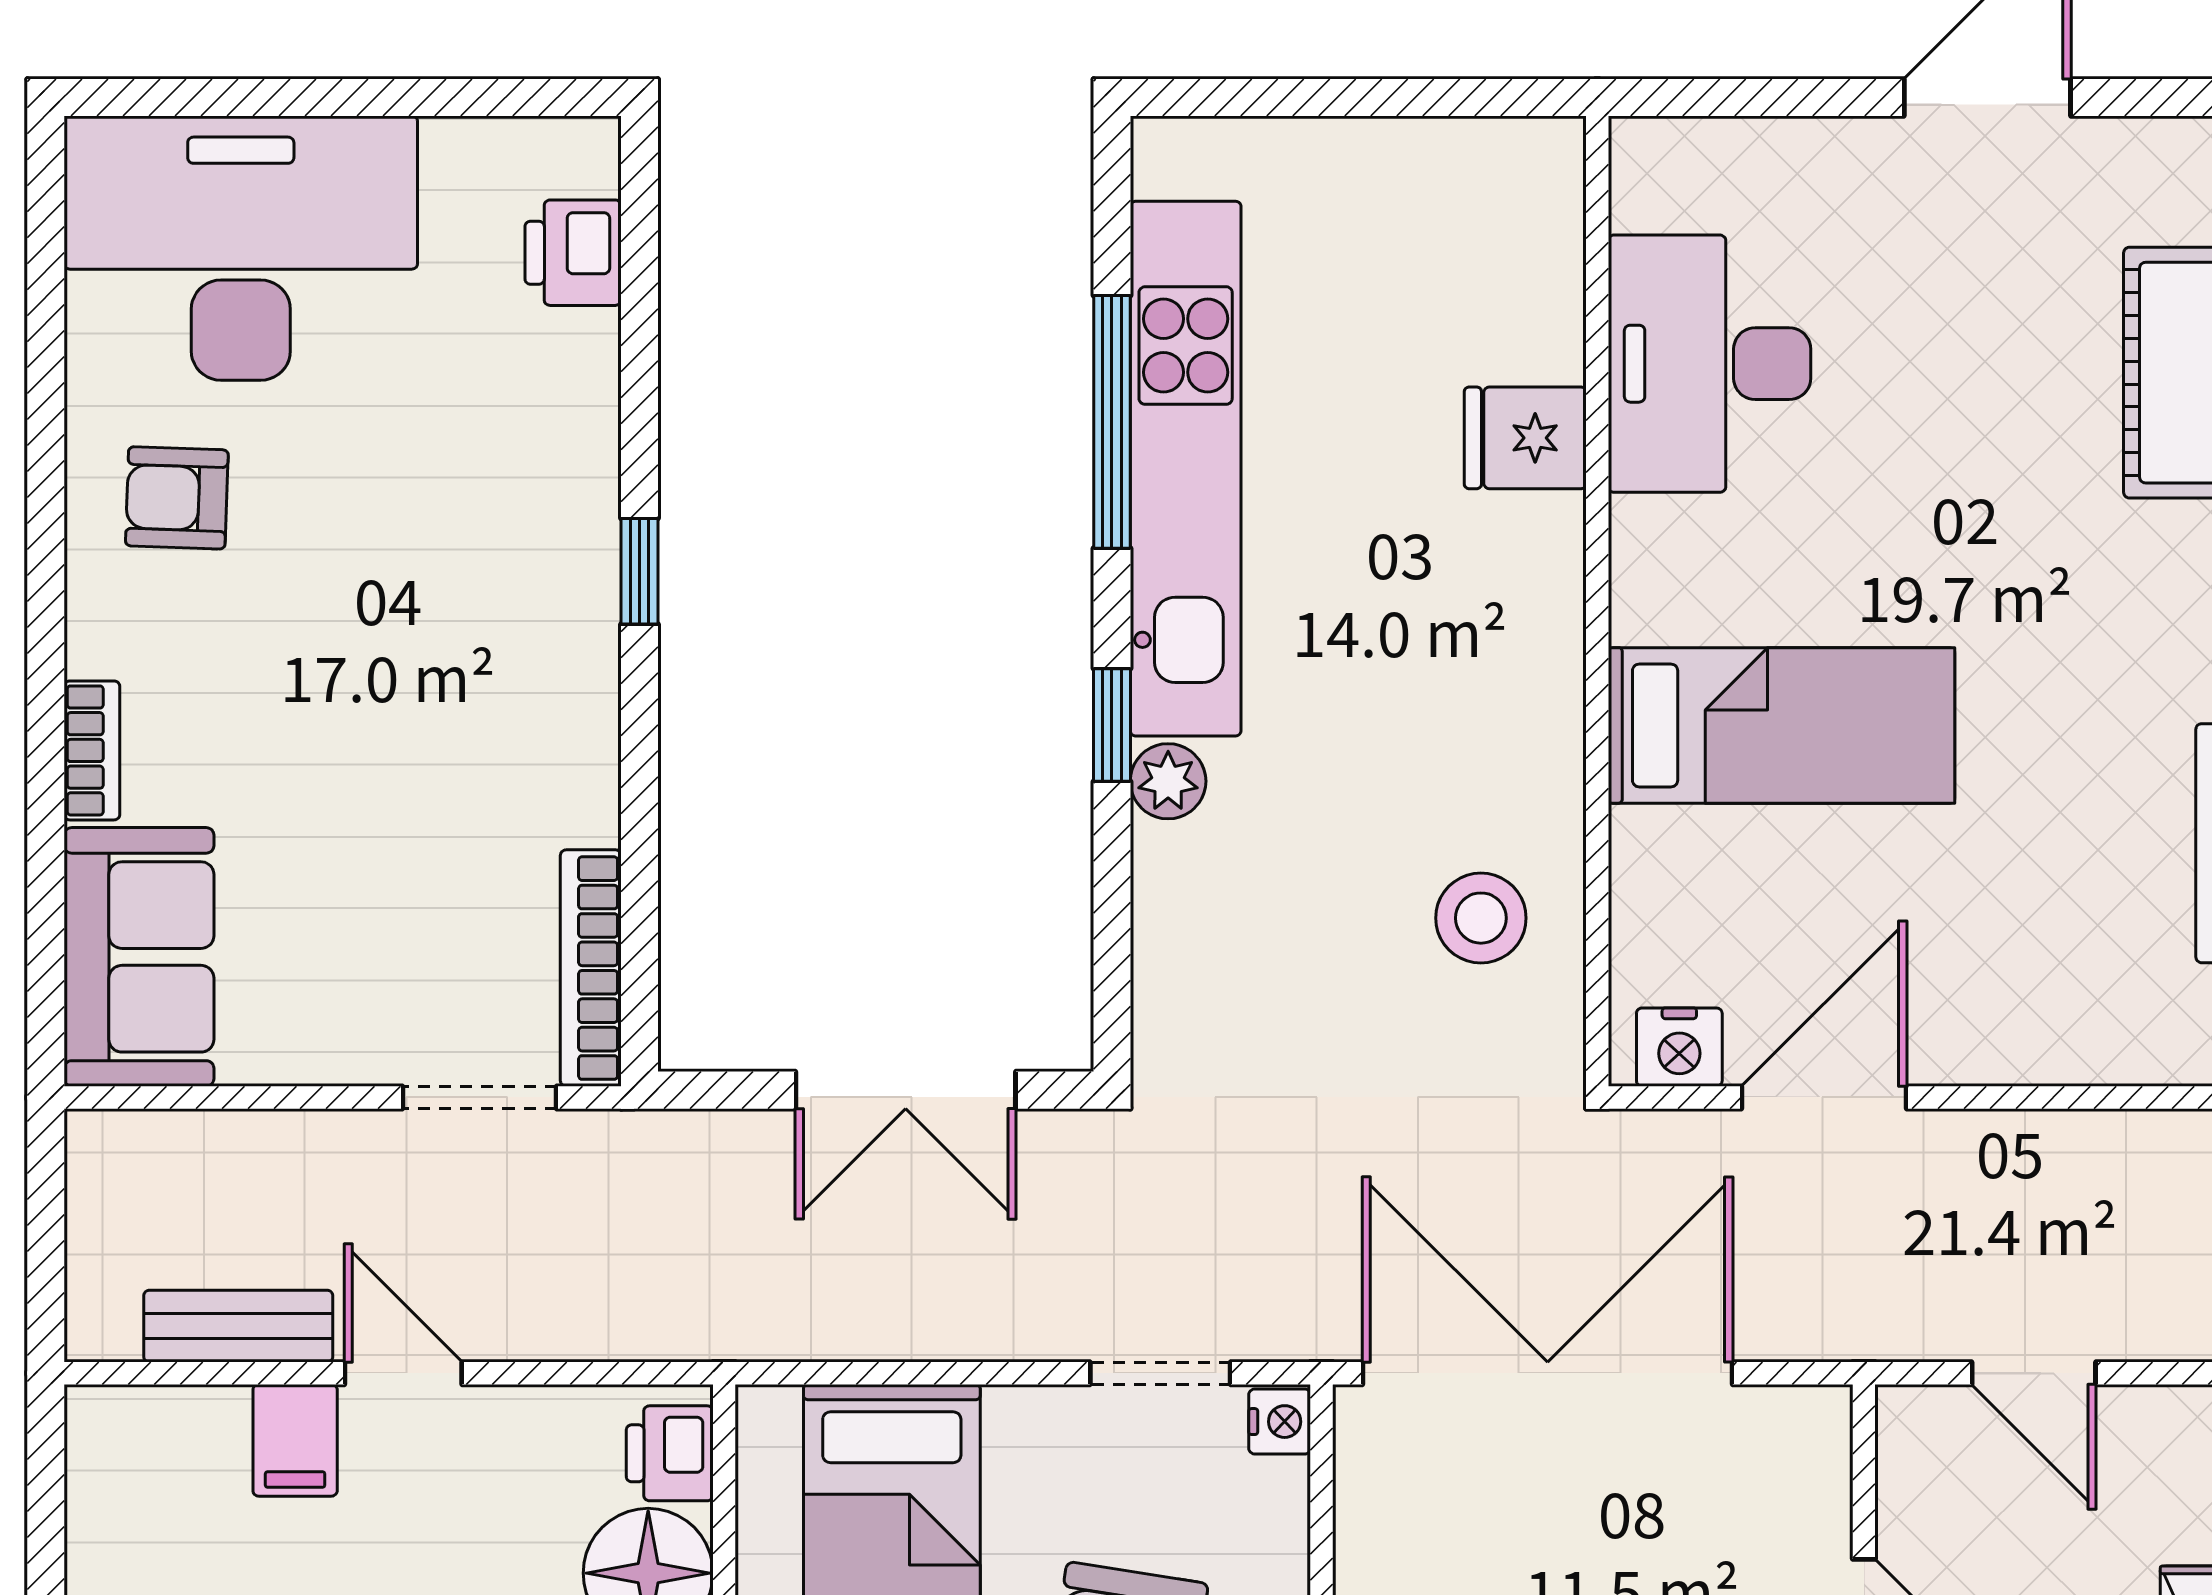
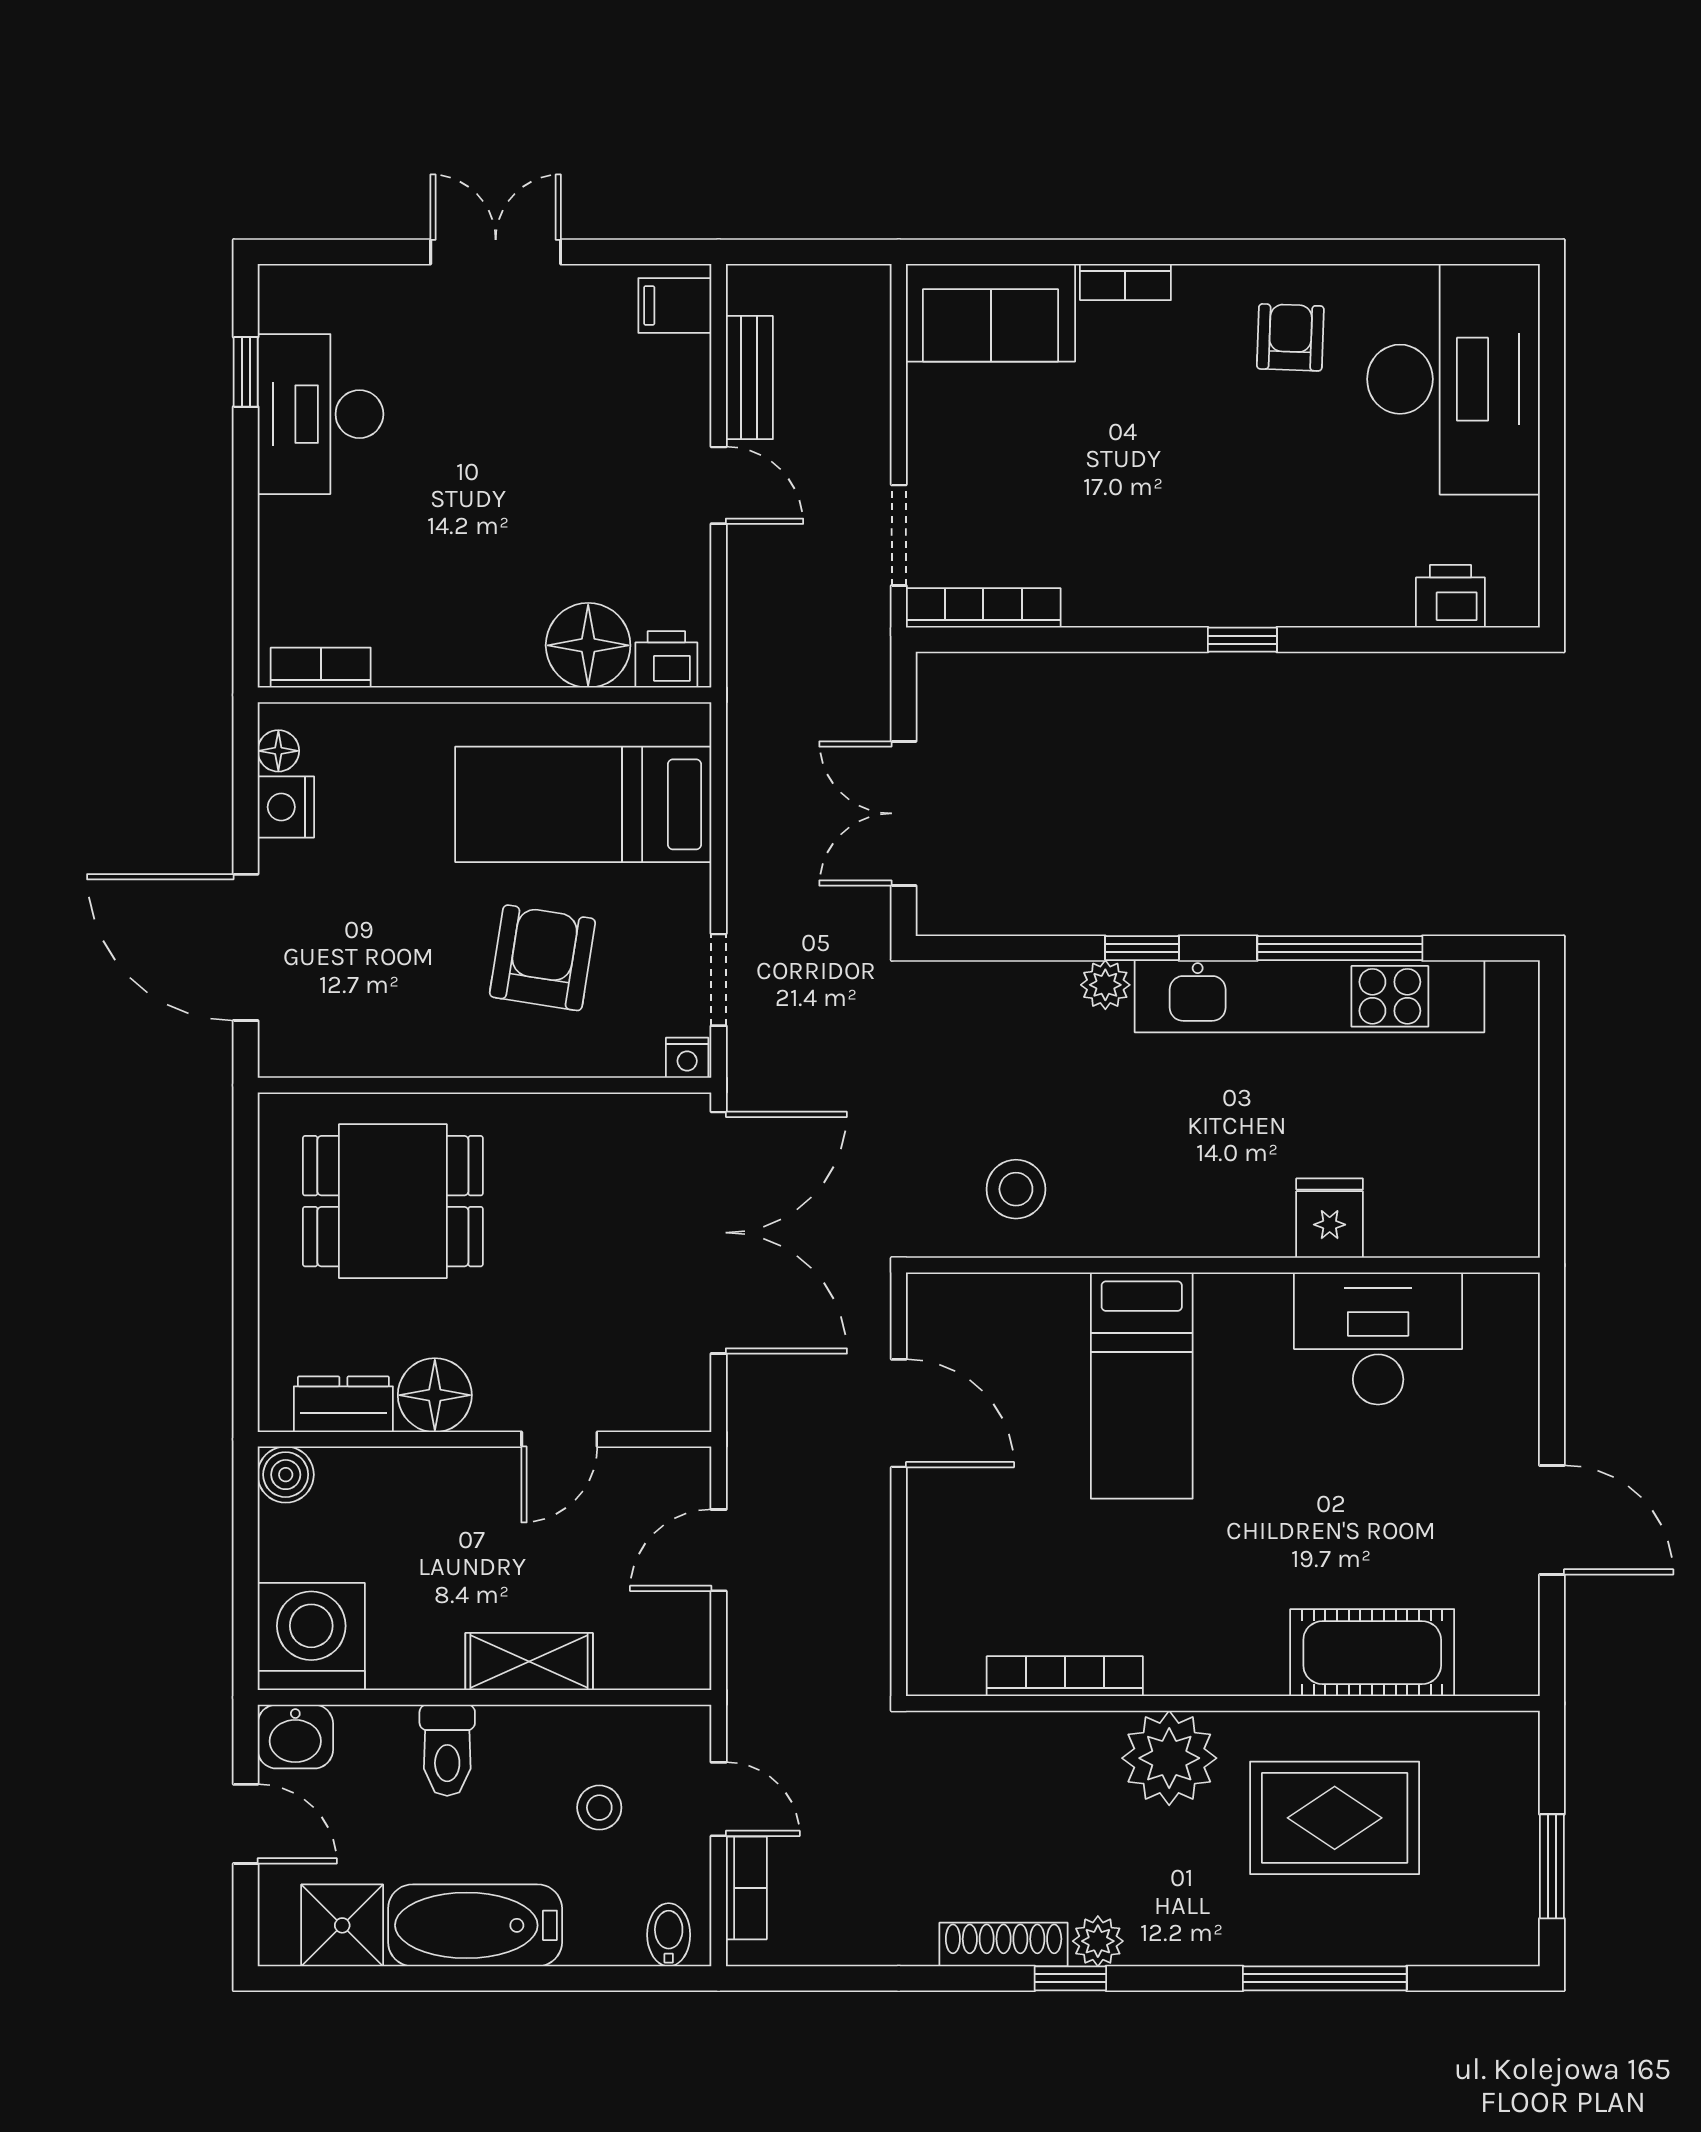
nightstand: (1679, 1047) -> (932, 1319), removed
door: (403, 1373) -> (719, 485), hinge flipped
filing cabinet: (295, 1440) -> (675, 305), moved

